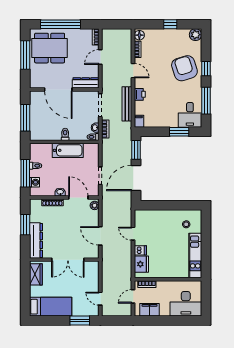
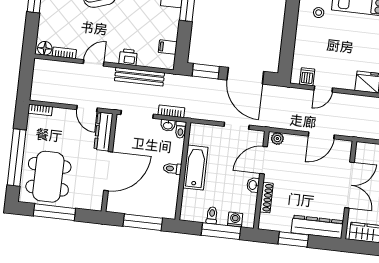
door: (100, 57) -> (87, 109), moved
filing cabinet: (139, 121) -> (168, 47), moved
dishwasher: (140, 250) -> (307, 77), moved

